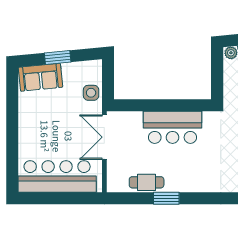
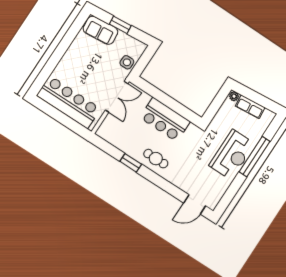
double door: (104, 137) -> (117, 97), swing flipped
cafe table: (147, 182) -> (156, 159), moved

